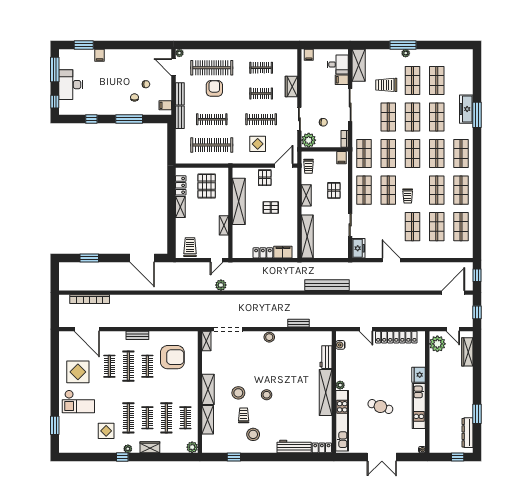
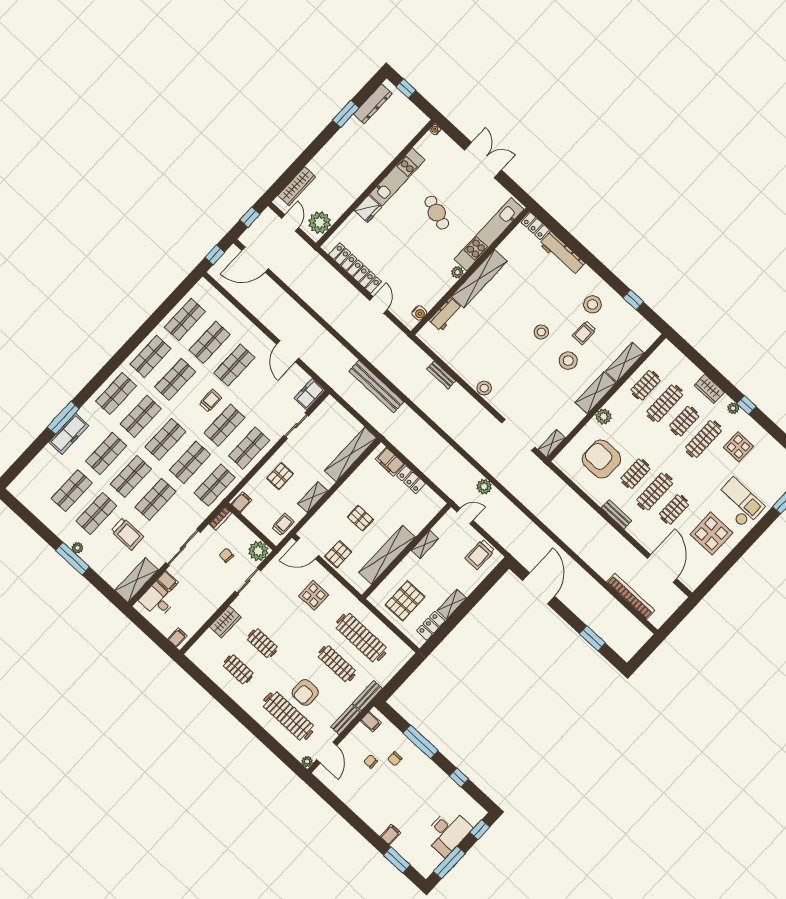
clothes rail: (261, 119) -> (287, 617), removed
plant: (192, 447) -> (604, 417), moved

